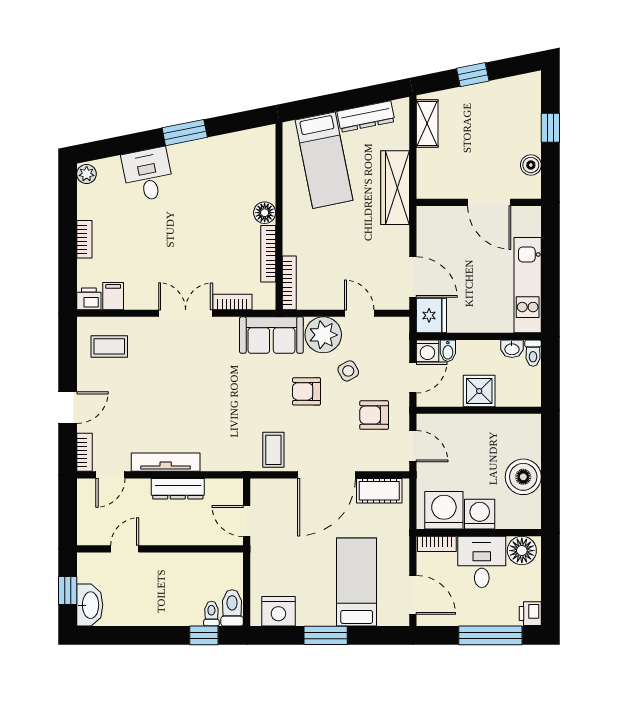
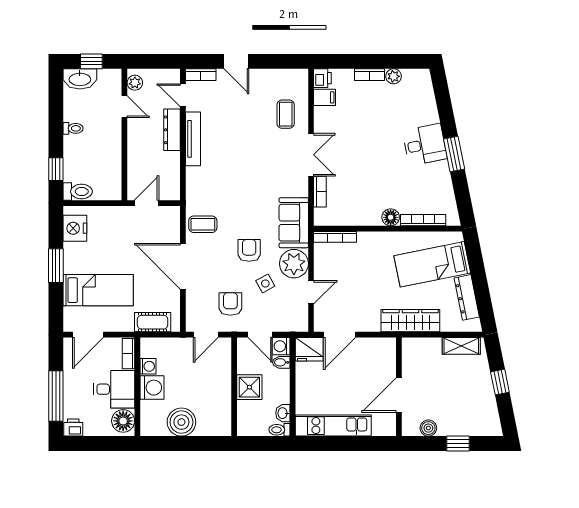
plant: (87, 174) -> (394, 76), moved
desk: (148, 175) -> (425, 145), moved
bookcase: (268, 254) -> (423, 220), moved
coffee table: (109, 346) -> (286, 114), moved
dresser: (178, 489) -> (172, 130), moved
cot: (379, 491) -> (153, 322), moved, turned 90
washing machine: (444, 510) -> (148, 366), width x0.53, depth x0.53
plant: (95, 536) -> (135, 83), added
toilet: (211, 614) -> (73, 128), moved

